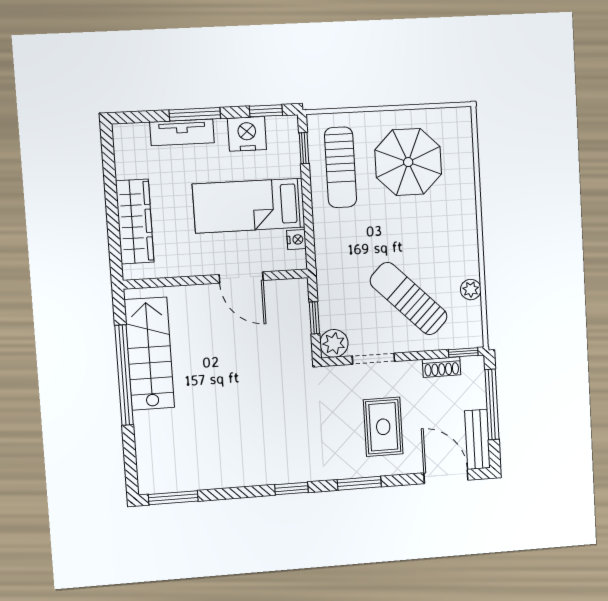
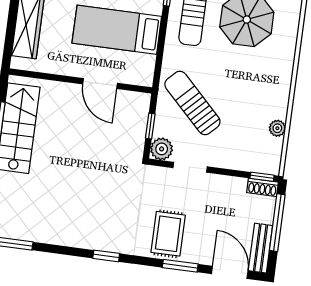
nightstand: (296, 240) -> (148, 63), removed
sun lounger: (409, 299) -> (192, 103), moved
shoe rack: (442, 367) -> (263, 187), moved
rug: (383, 427) -> (168, 234), moved
window: (359, 483) -> (180, 266), moved

